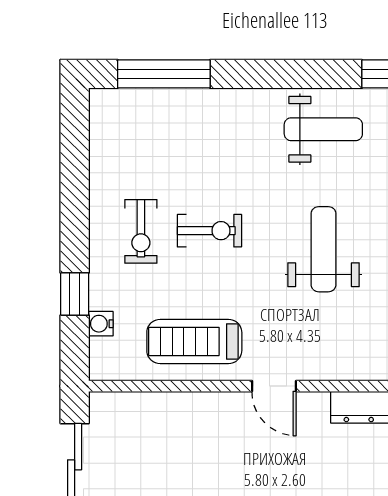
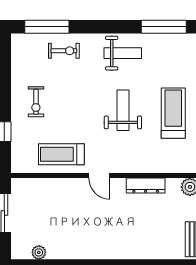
exercise bike: (209, 231) -> (64, 51), moved
water cooler: (101, 324) -> (17, 146), removed

